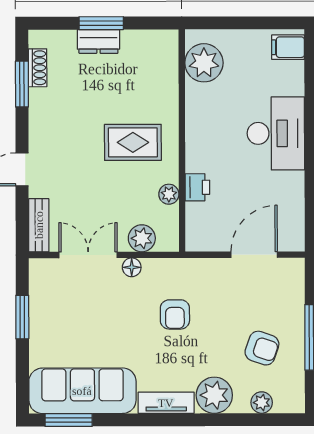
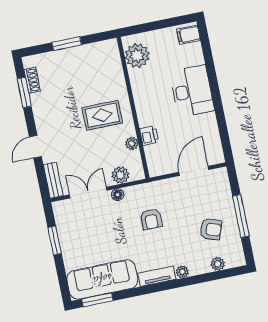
dresser: (98, 41) -> (67, 56), removed
plant: (214, 395) -> (182, 272), width x0.53, depth x0.53

